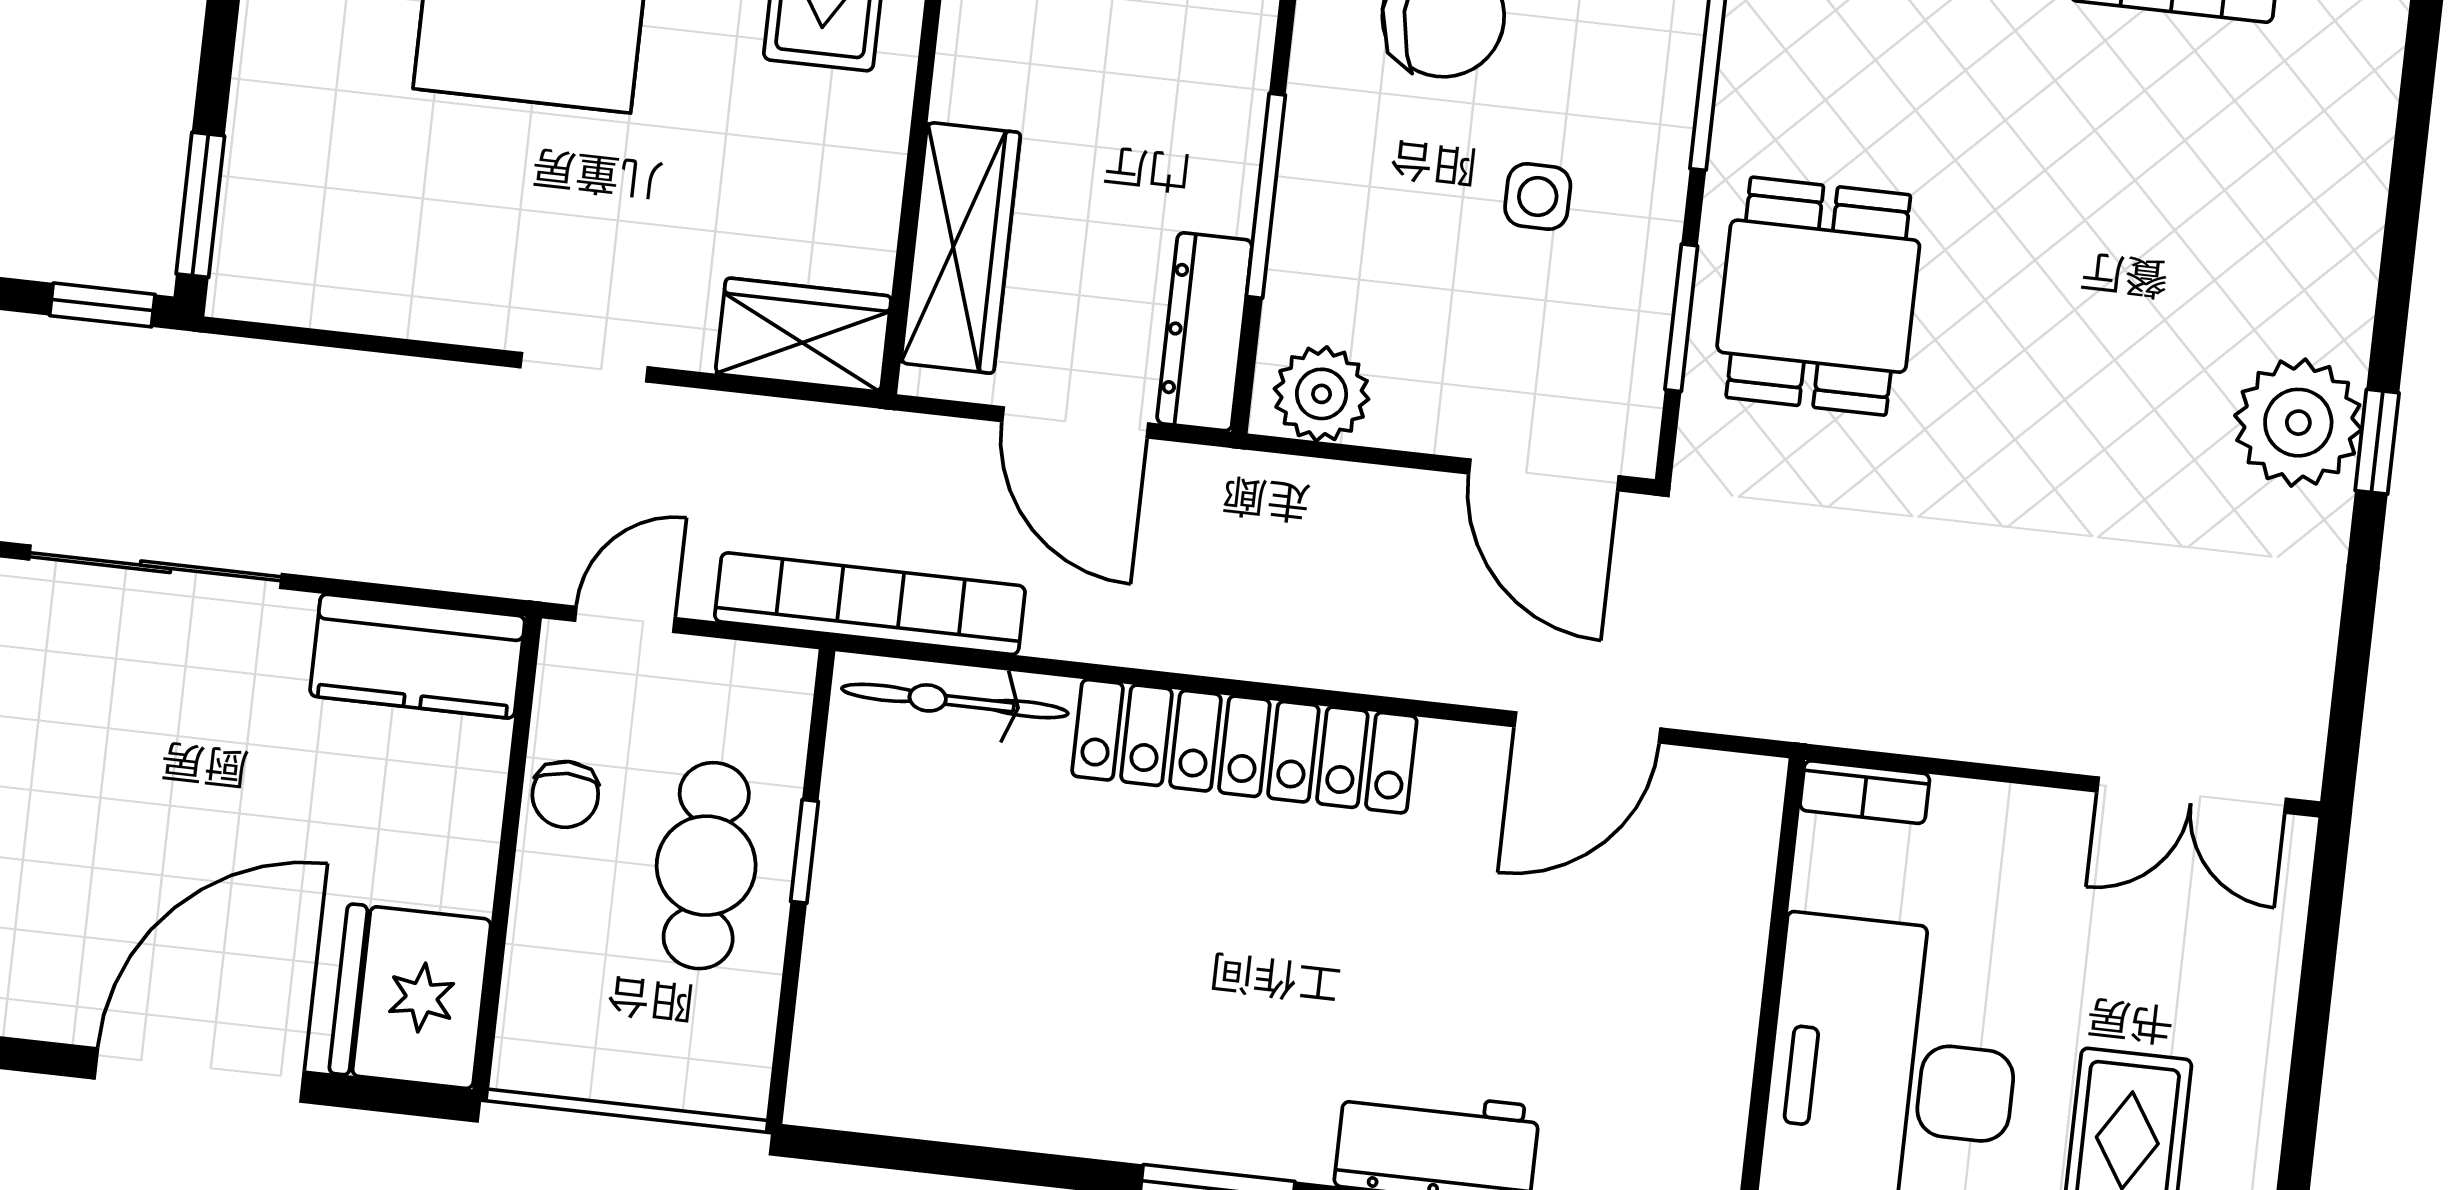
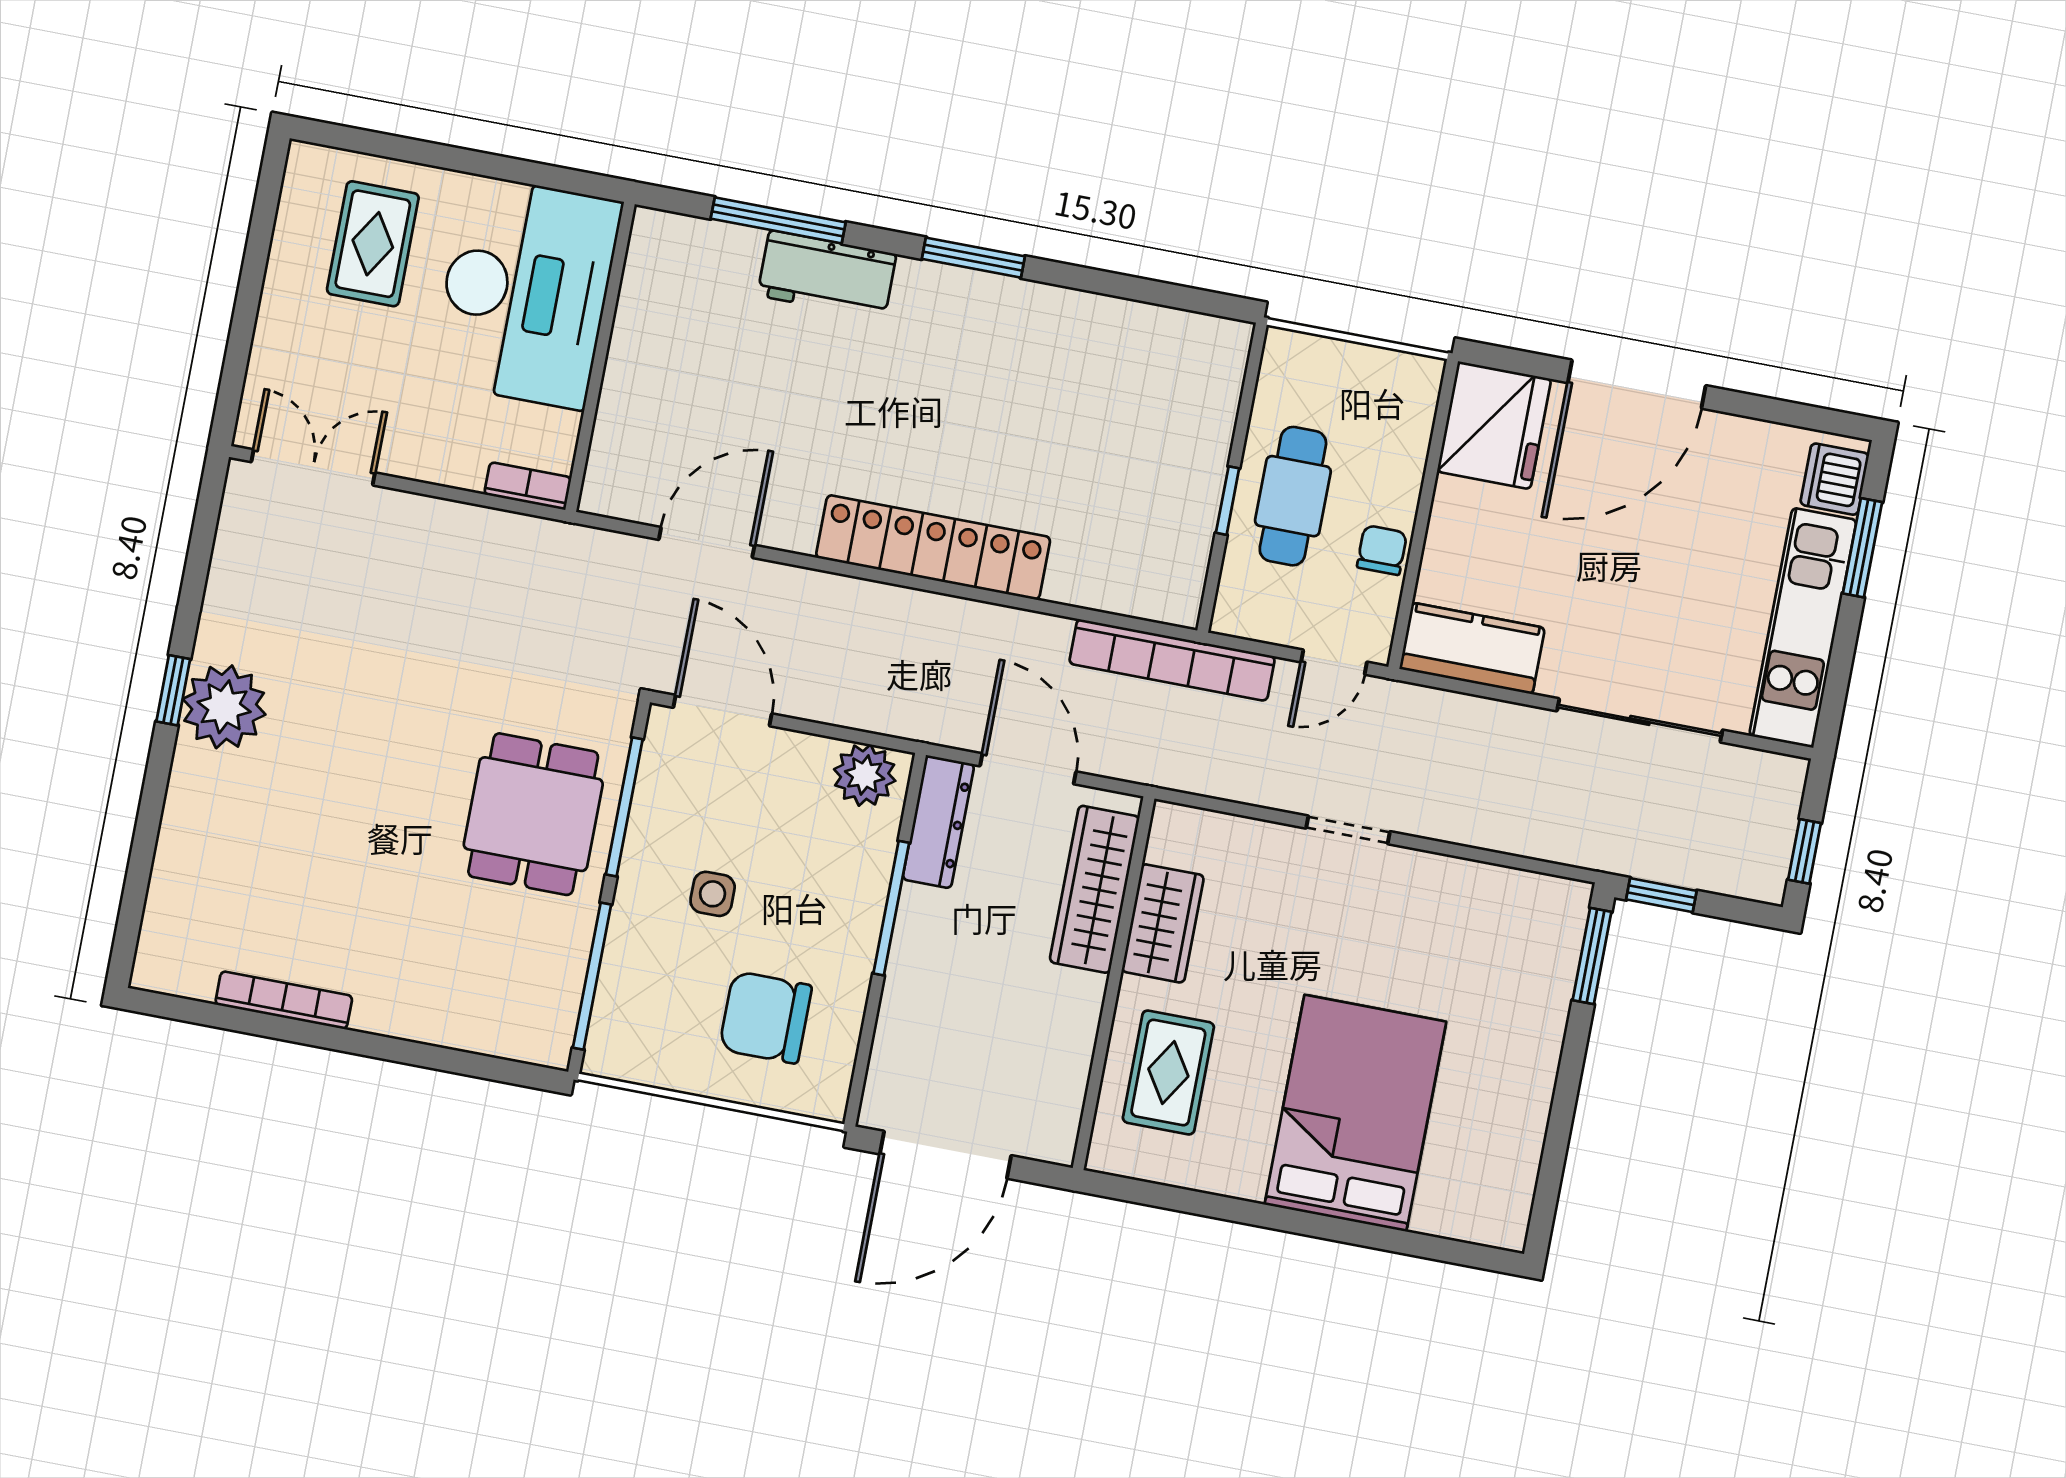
window: (1681, 318) -> (624, 807), width x1.44
wardrobe: (803, 335) -> (1163, 923), moved, turned -90
bicycle: (955, 701) -> (1121, 592), removed

